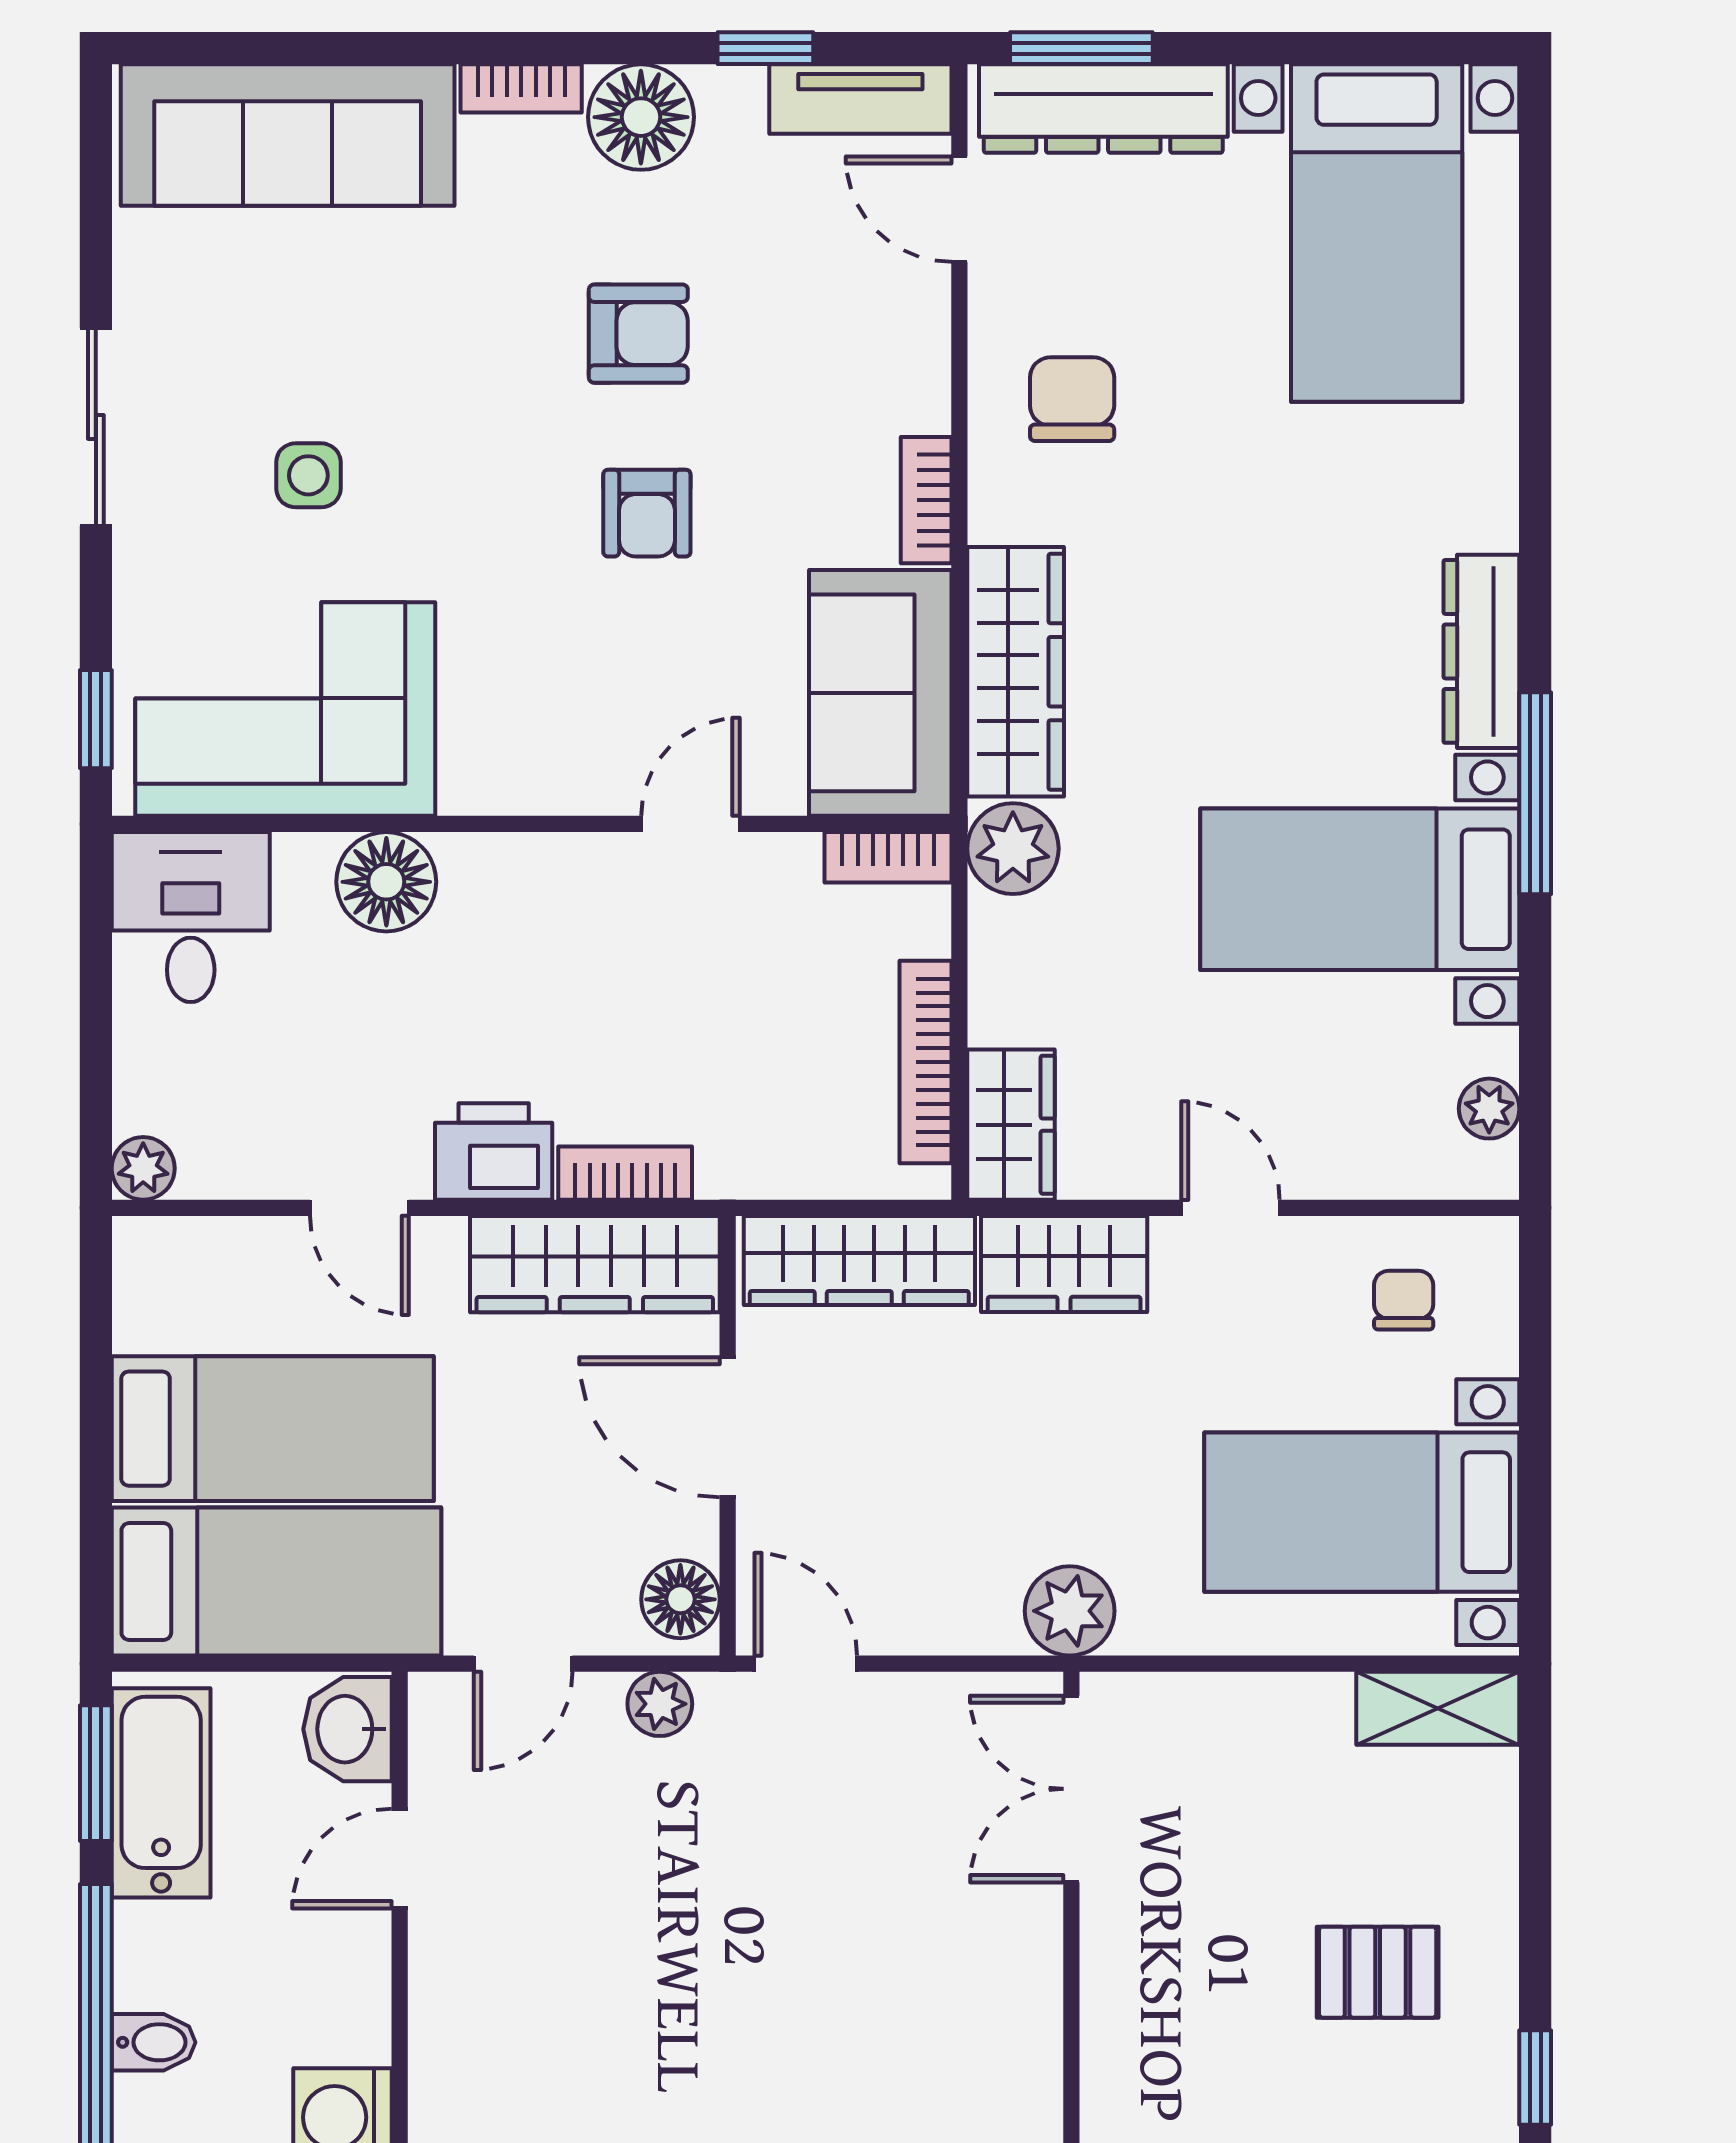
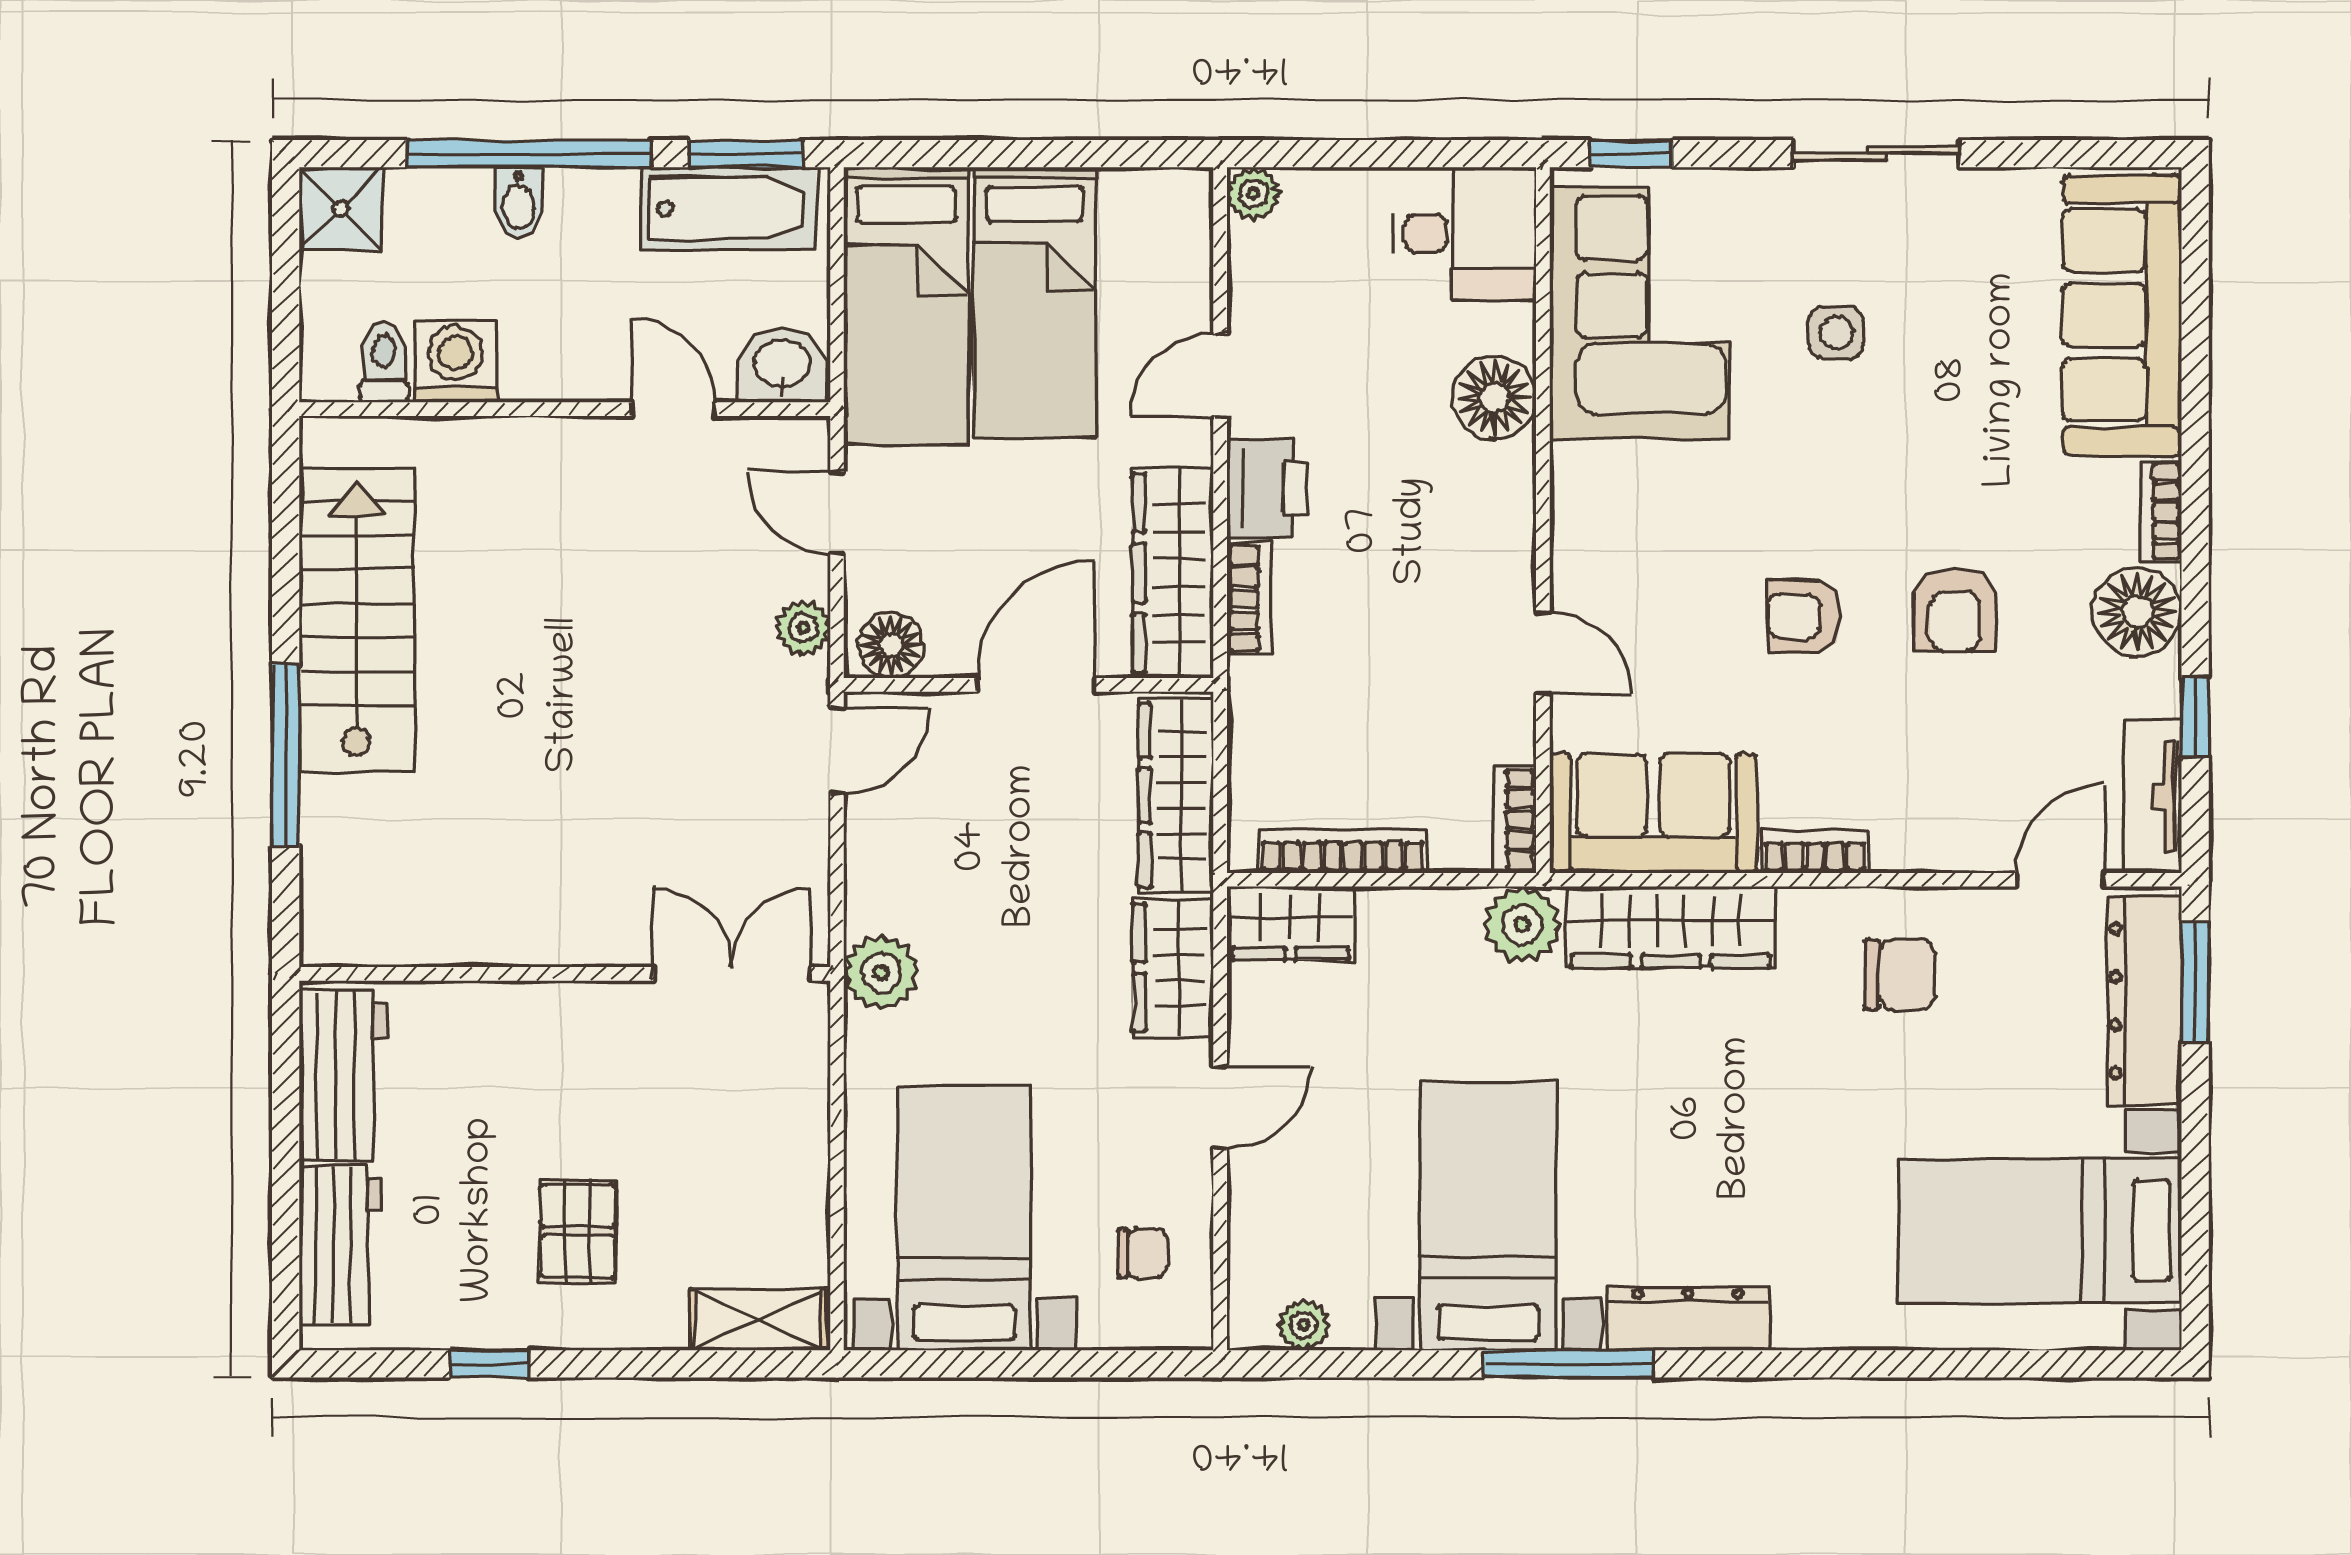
shelving: (1438, 1708) -> (758, 1320), moved, turned 90

